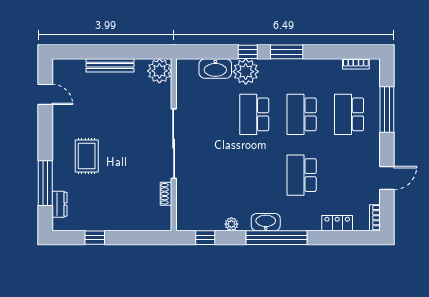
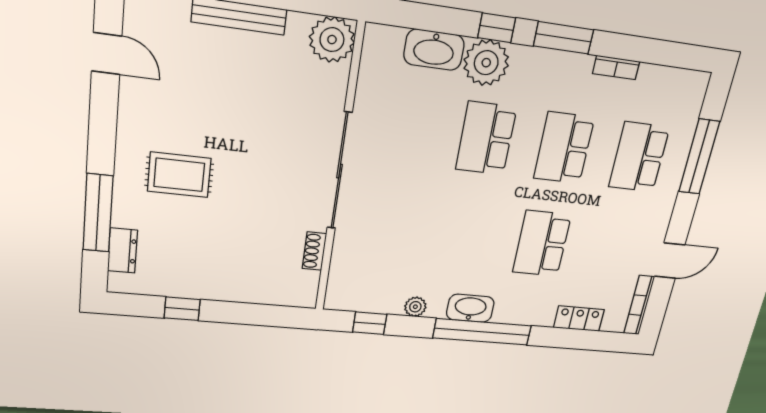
bookcase: (356, 64) -> (616, 67), moved
rug: (87, 156) -> (179, 175), turned 90
bookcase: (375, 218) -> (639, 305), width x1.56

